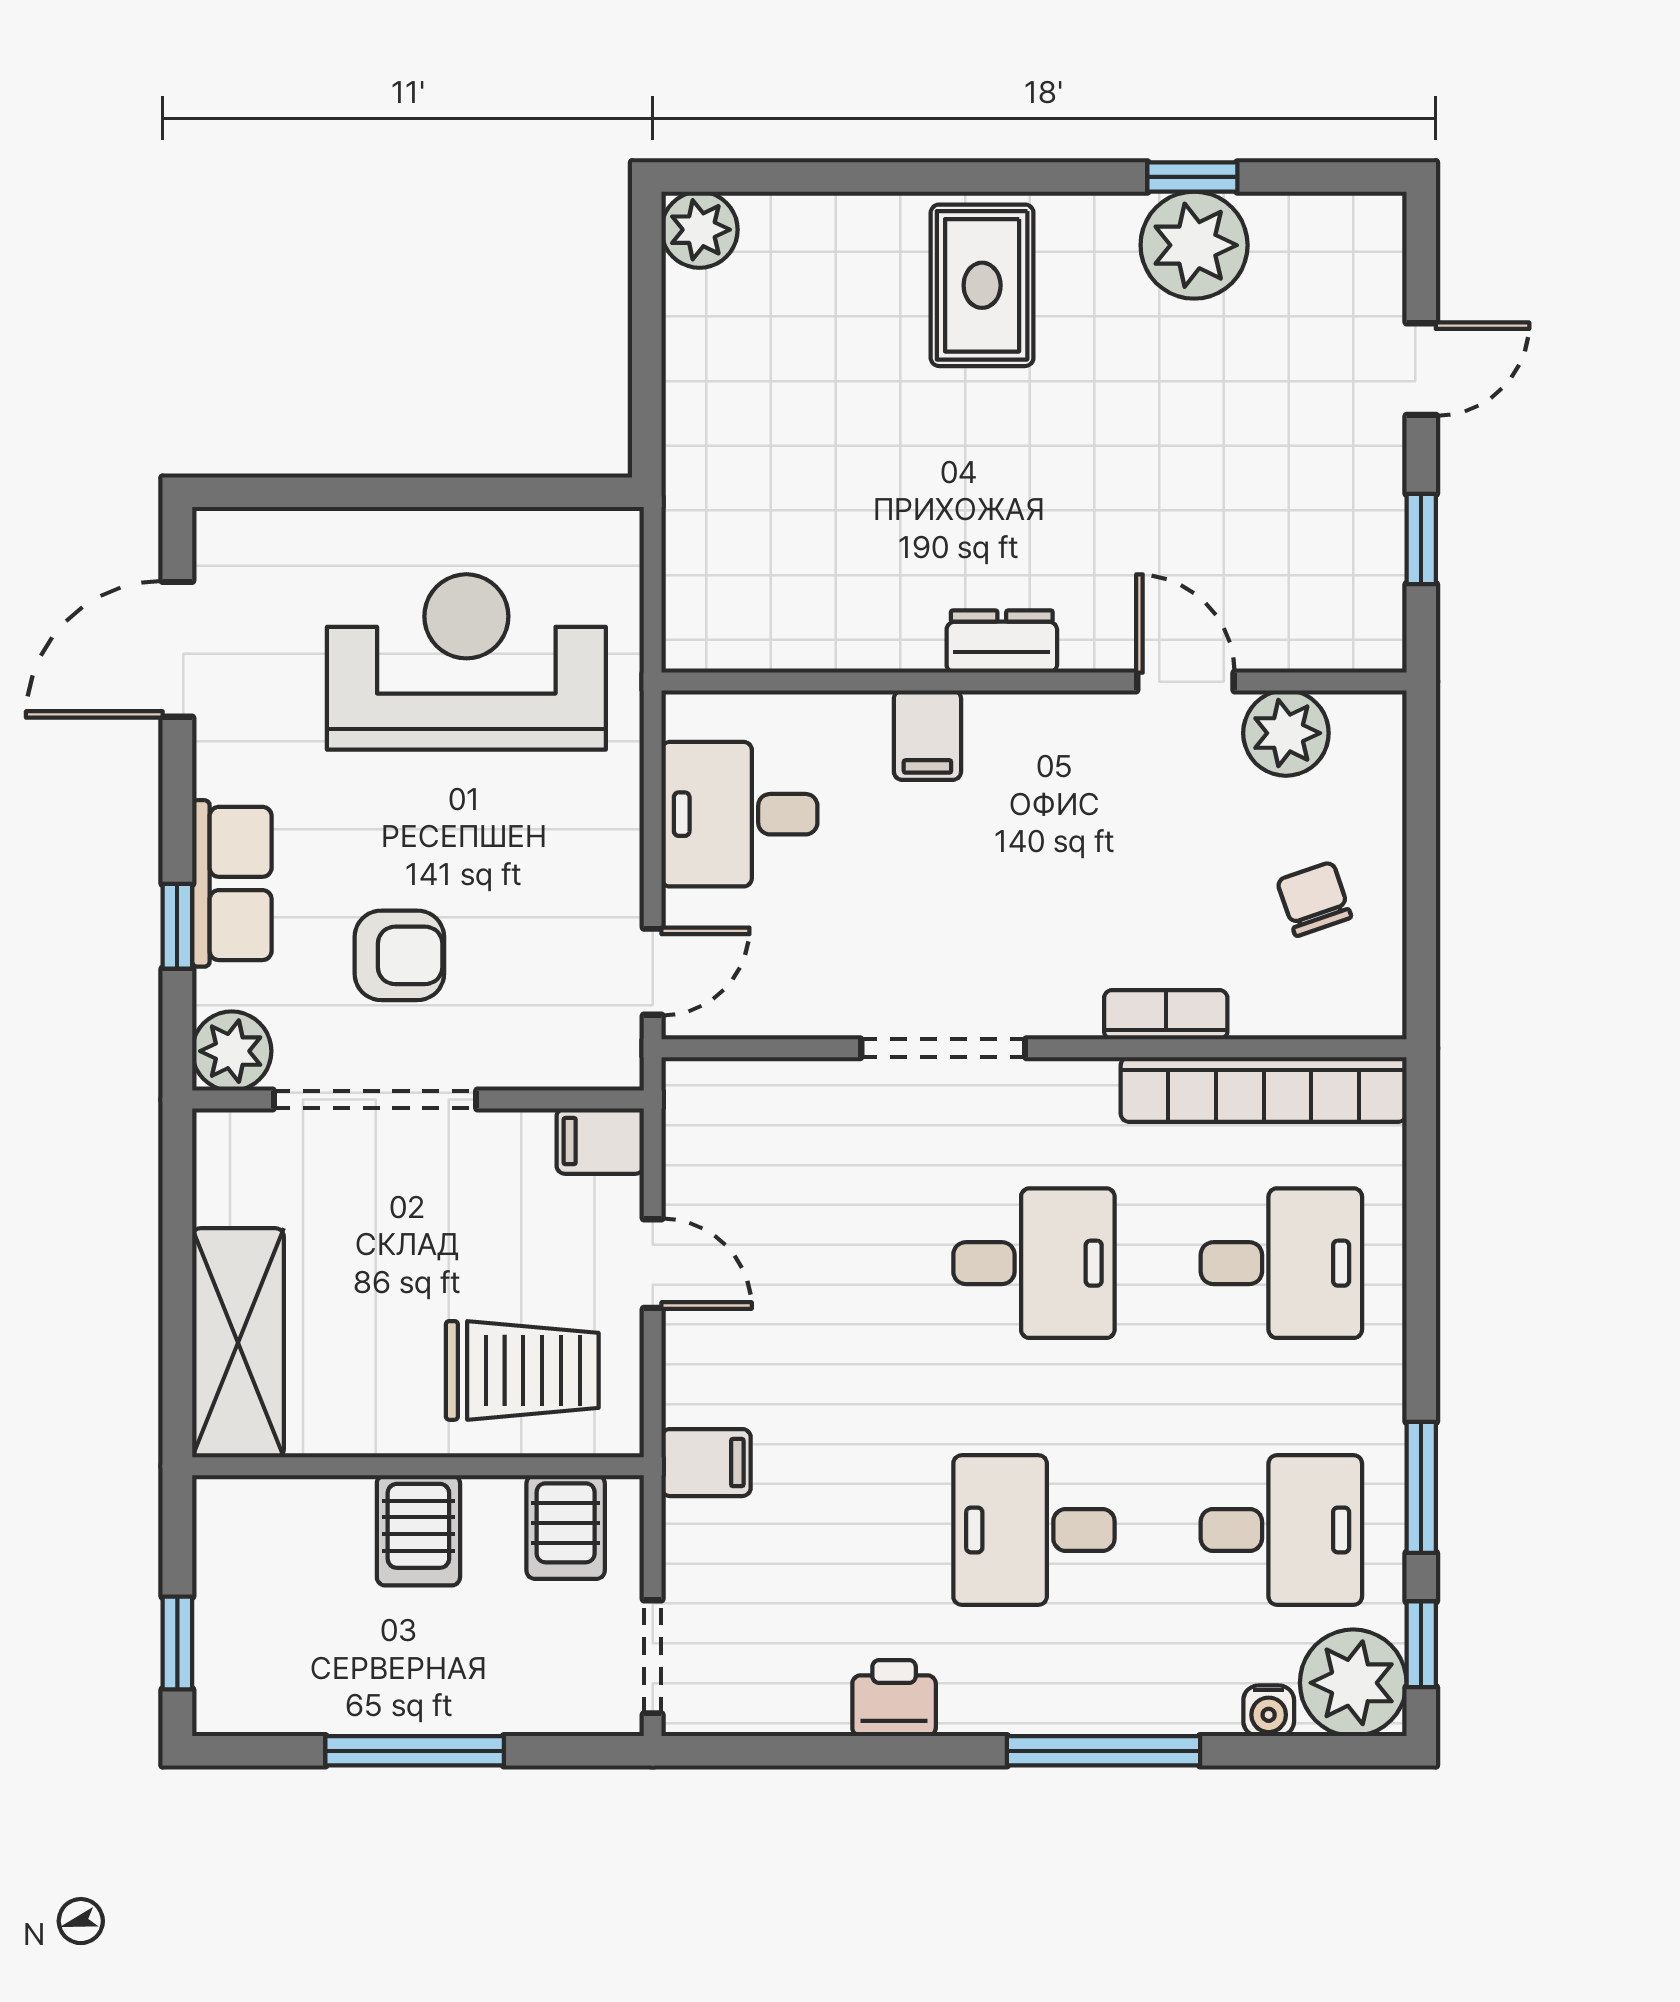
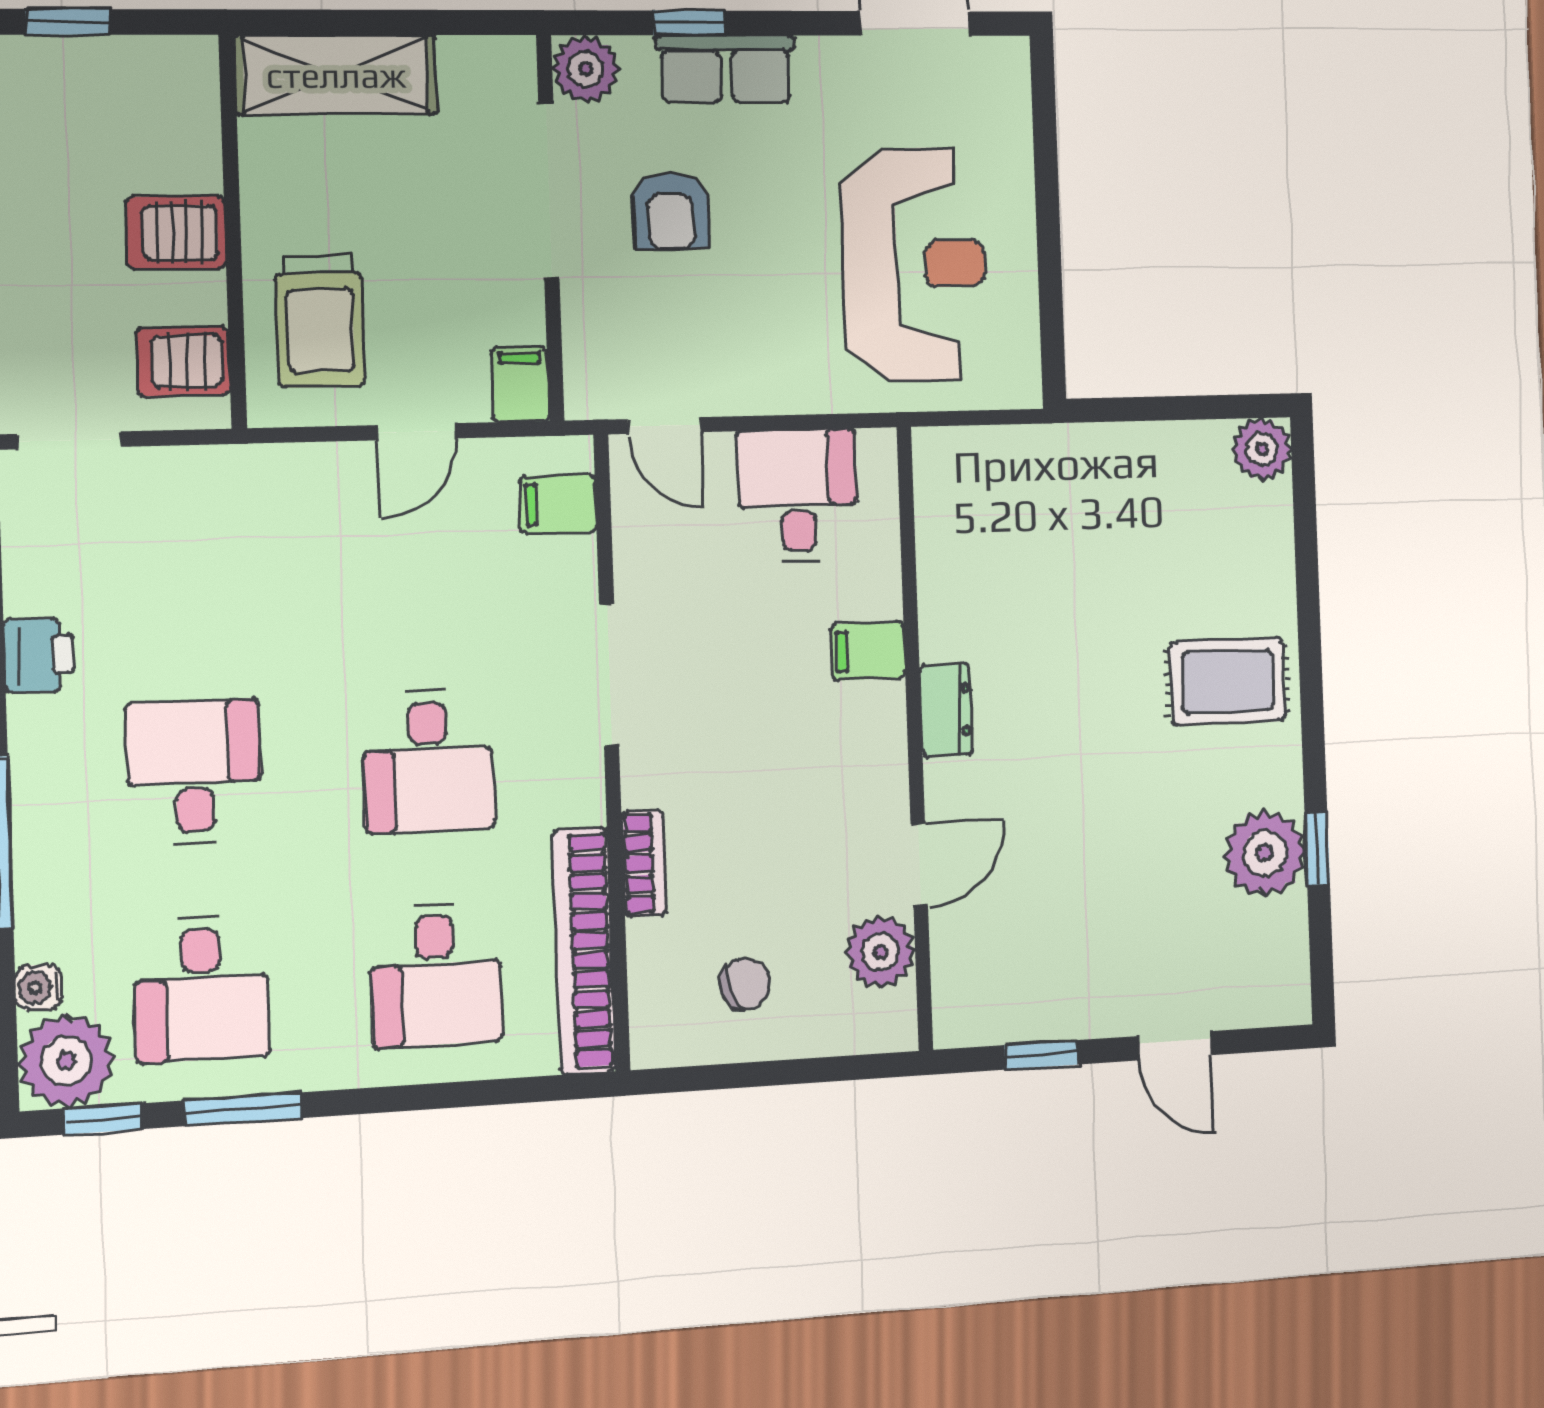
filing cabinet: (706, 1463) -> (558, 504), moved, turned 90

